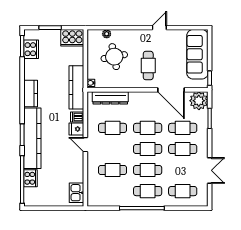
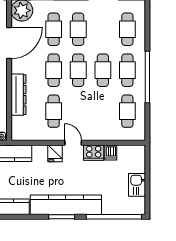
dresser: (110, 98) -> (19, 95), moved
dishwasher: (77, 117) -> (111, 152), moved
door: (85, 145) -> (73, 143), swing flipped
cafe table: (113, 170) -> (127, 111), moved
cooker: (31, 178) -> (94, 153), moved, turned 180
kitchen sink: (77, 193) -> (137, 185), moved, turned 90

